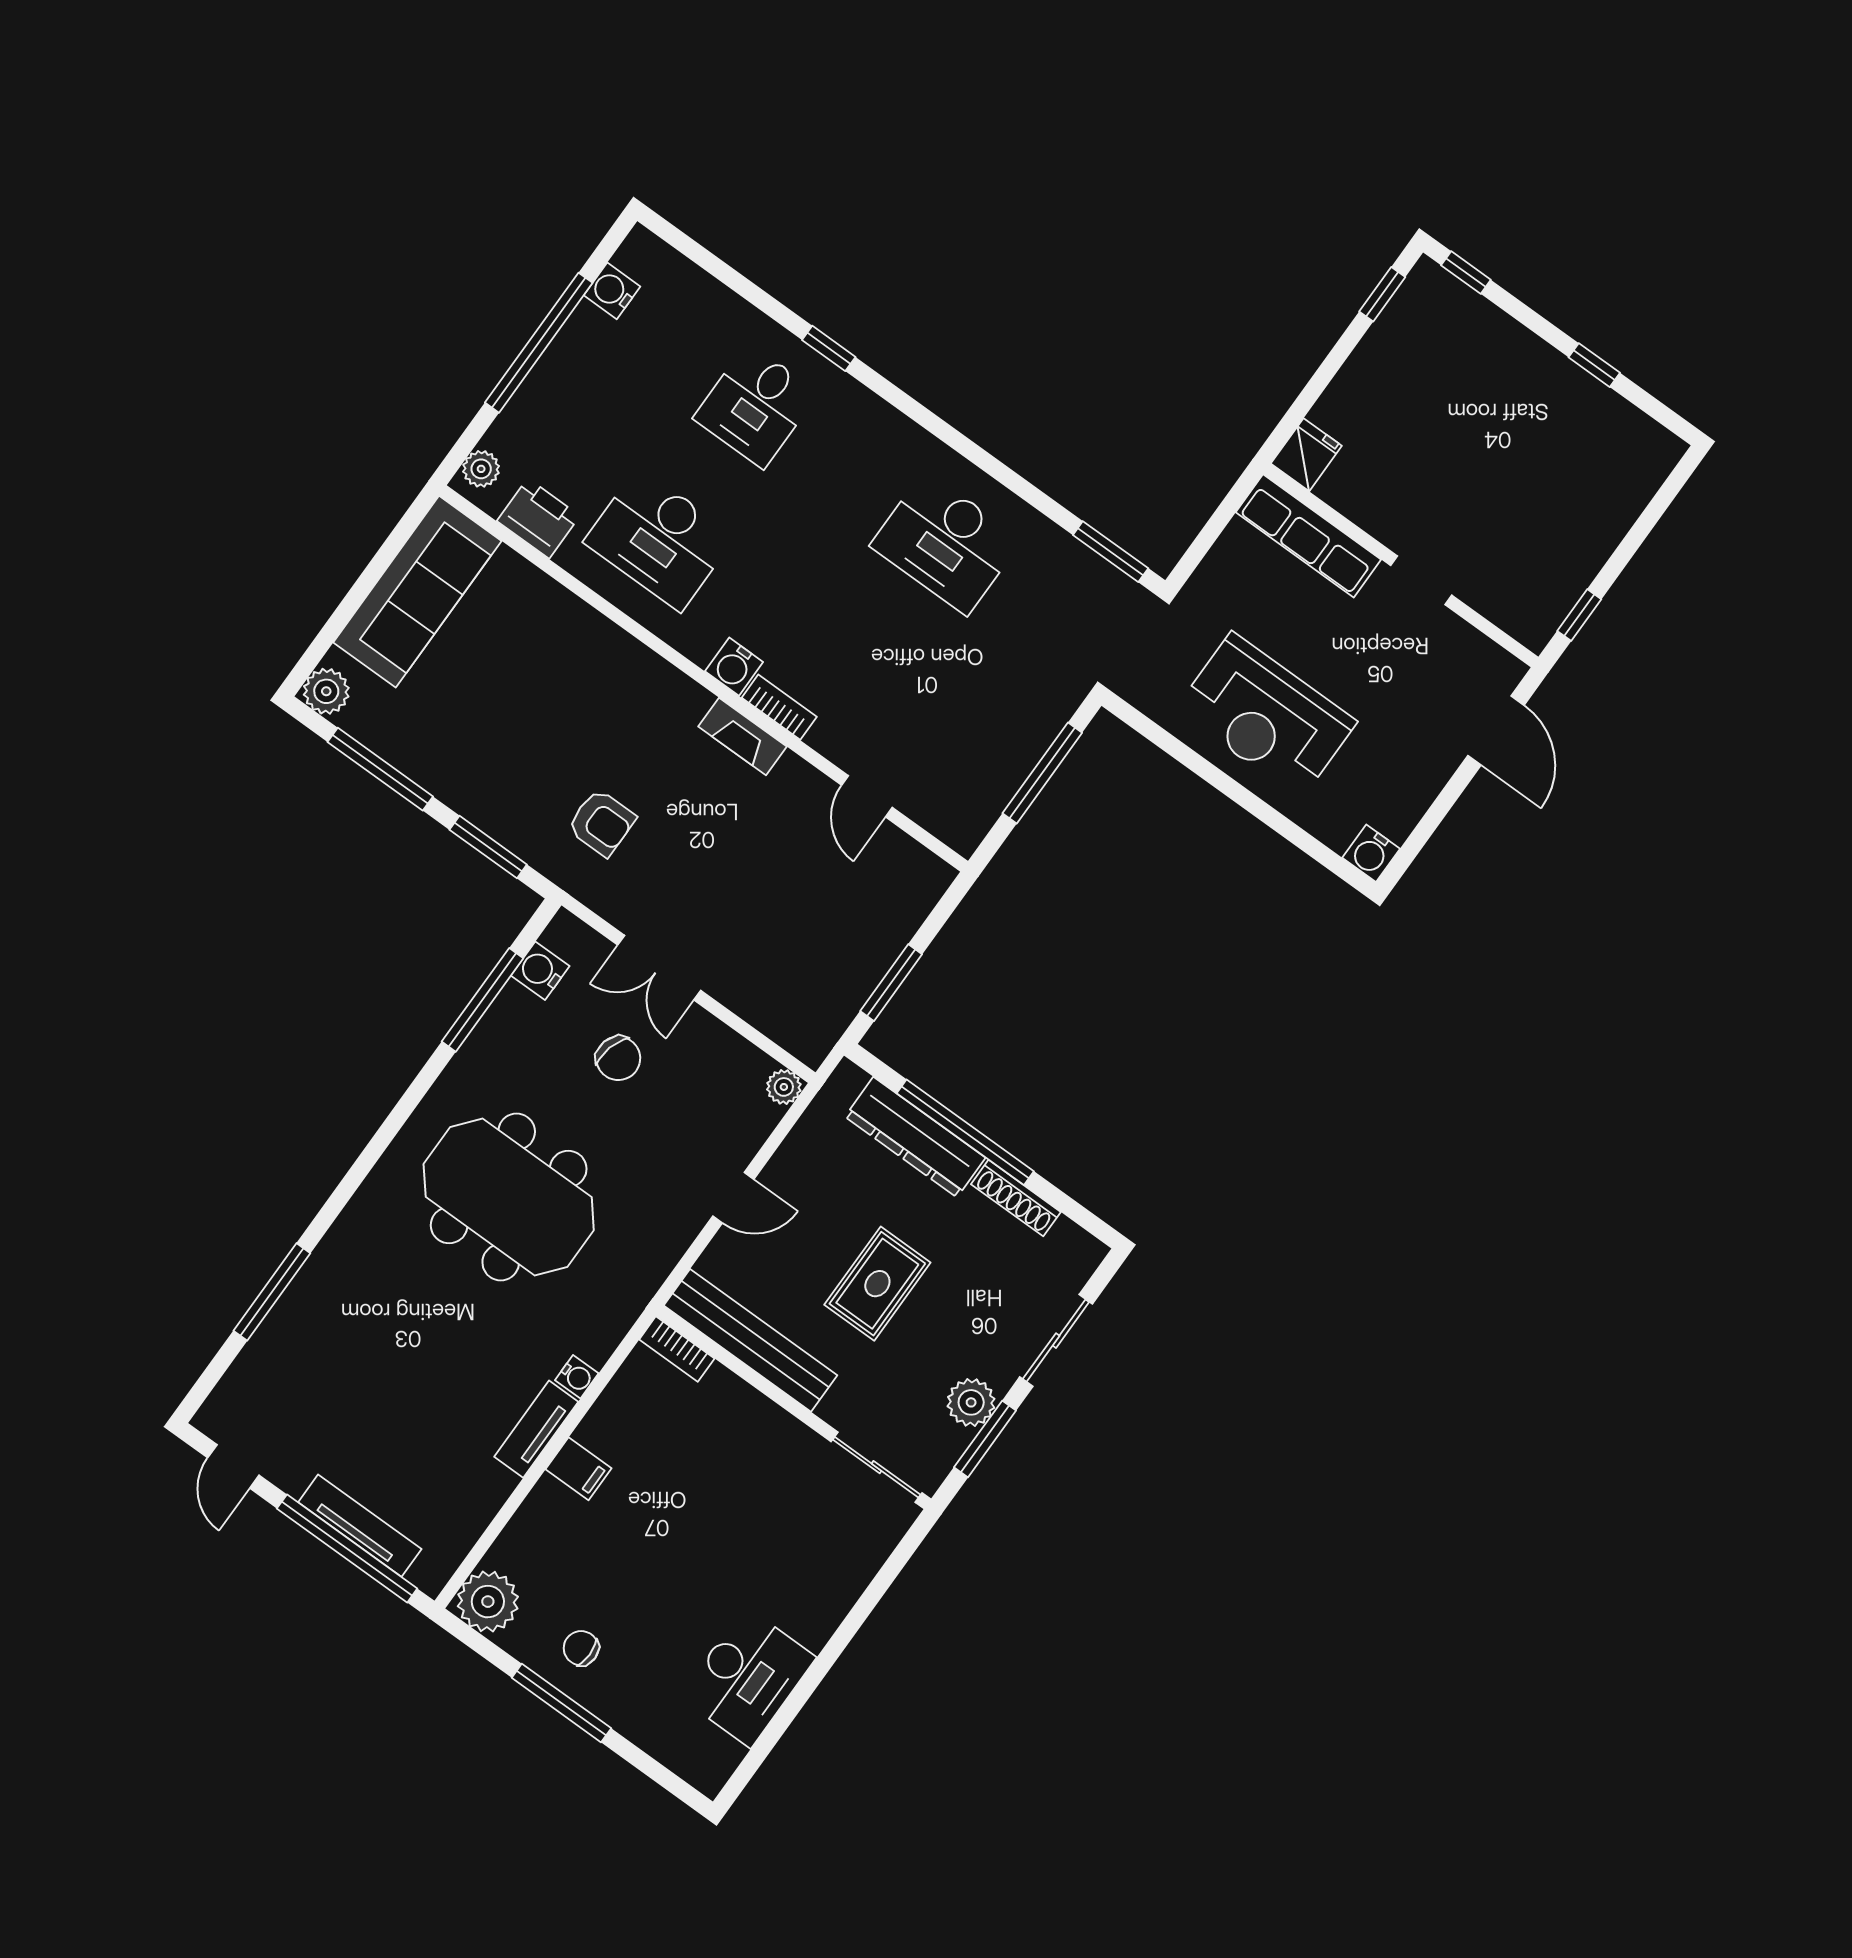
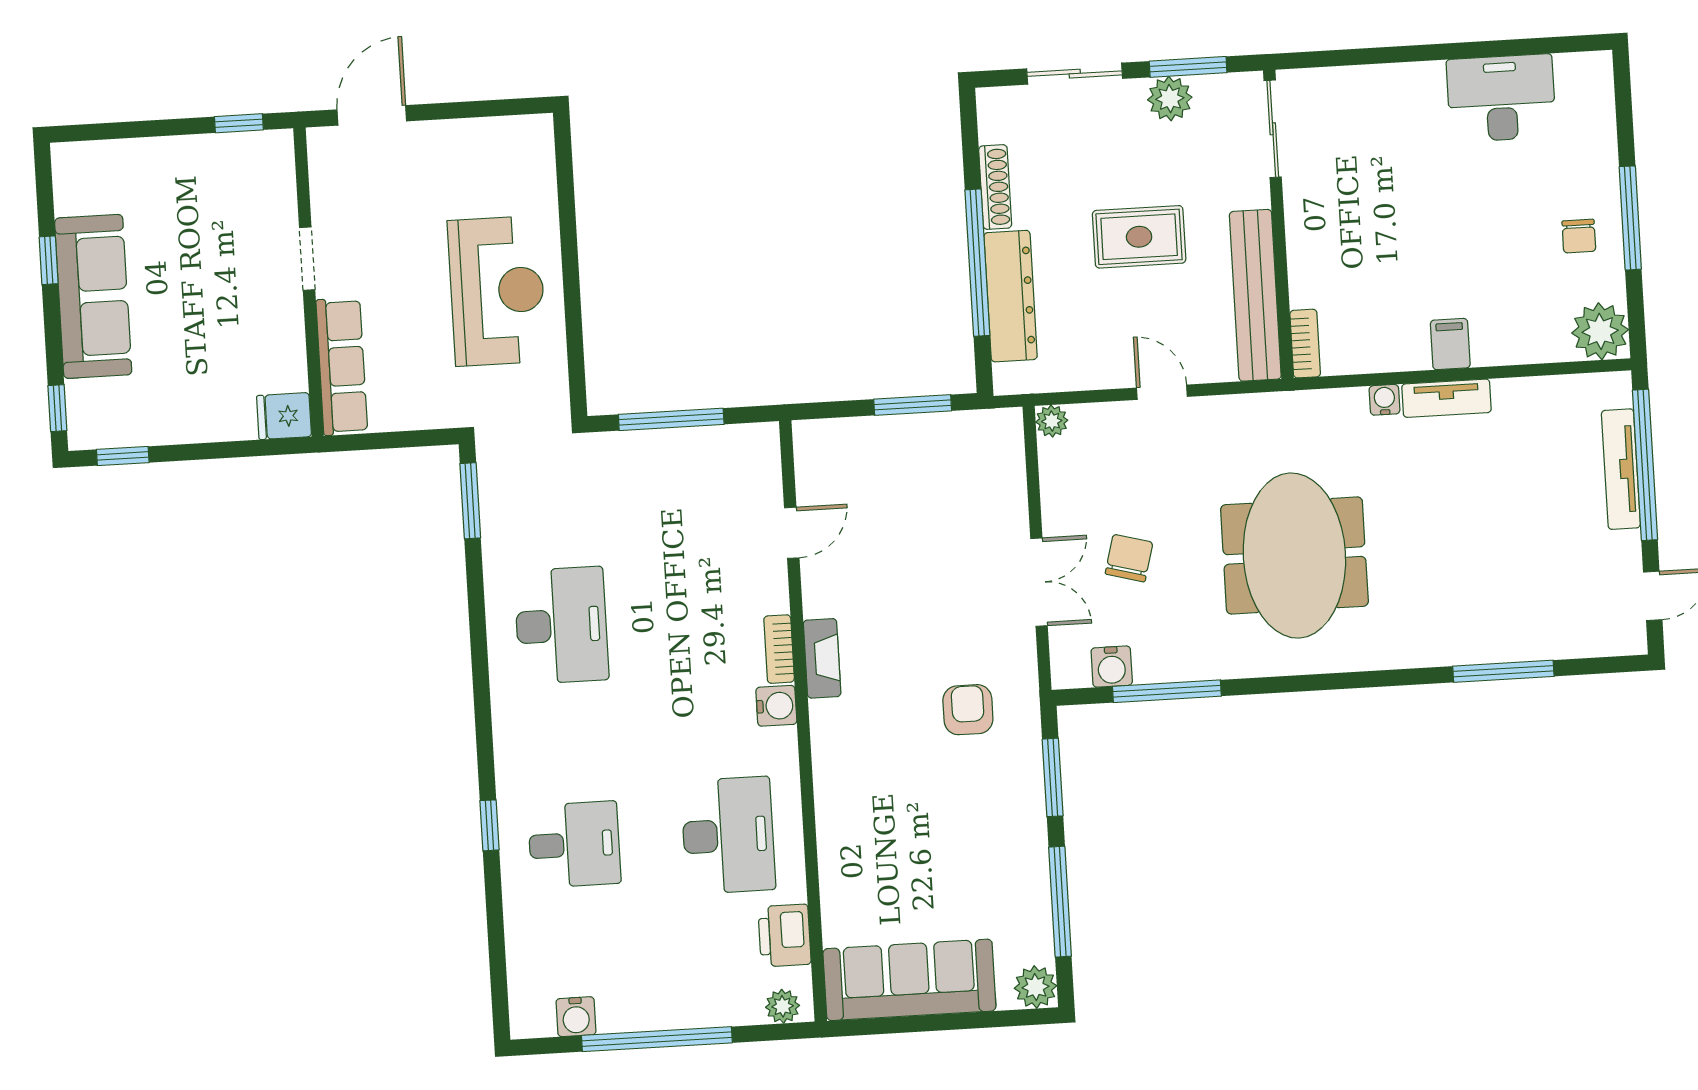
sofa: (1534, 377) -> (93, 296), added
water cooler: (1371, 853) -> (535, 133), removed

